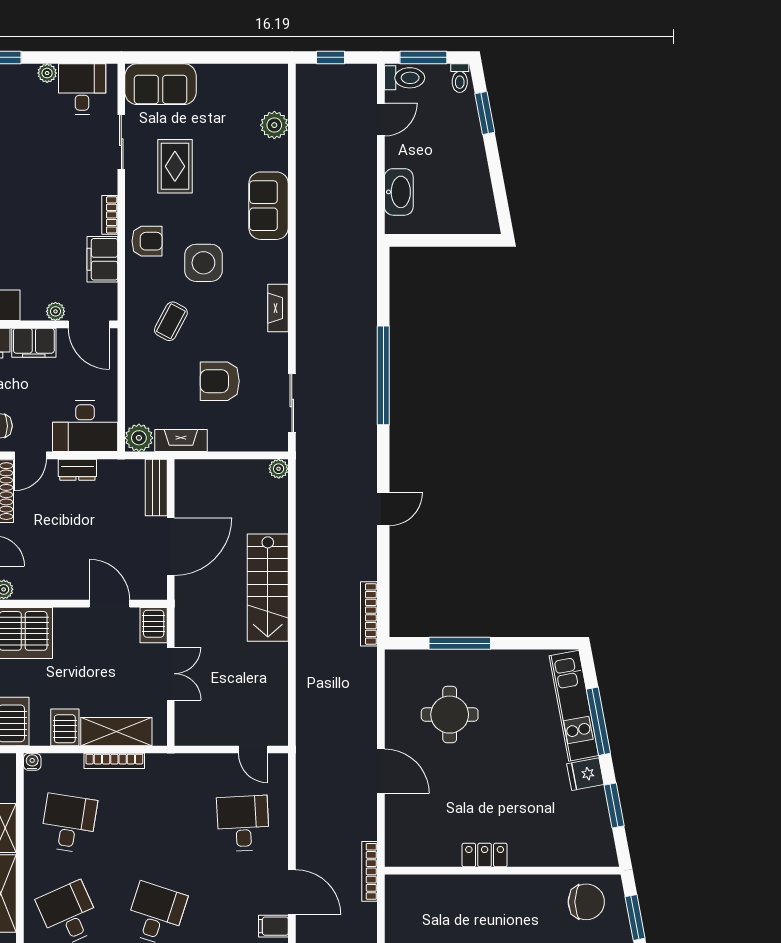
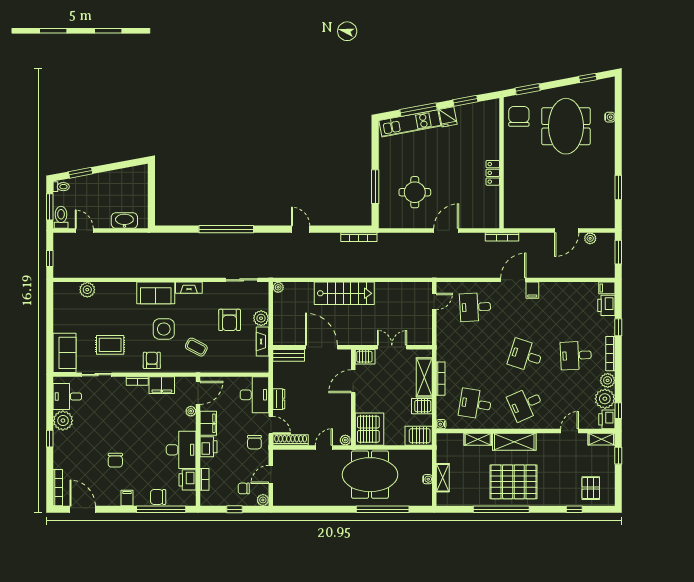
plant: (47, 73) -> (63, 421), width x1.88, depth x1.88
sofa: (269, 206) -> (156, 293), moved
plant: (139, 438) -> (261, 318), moved

